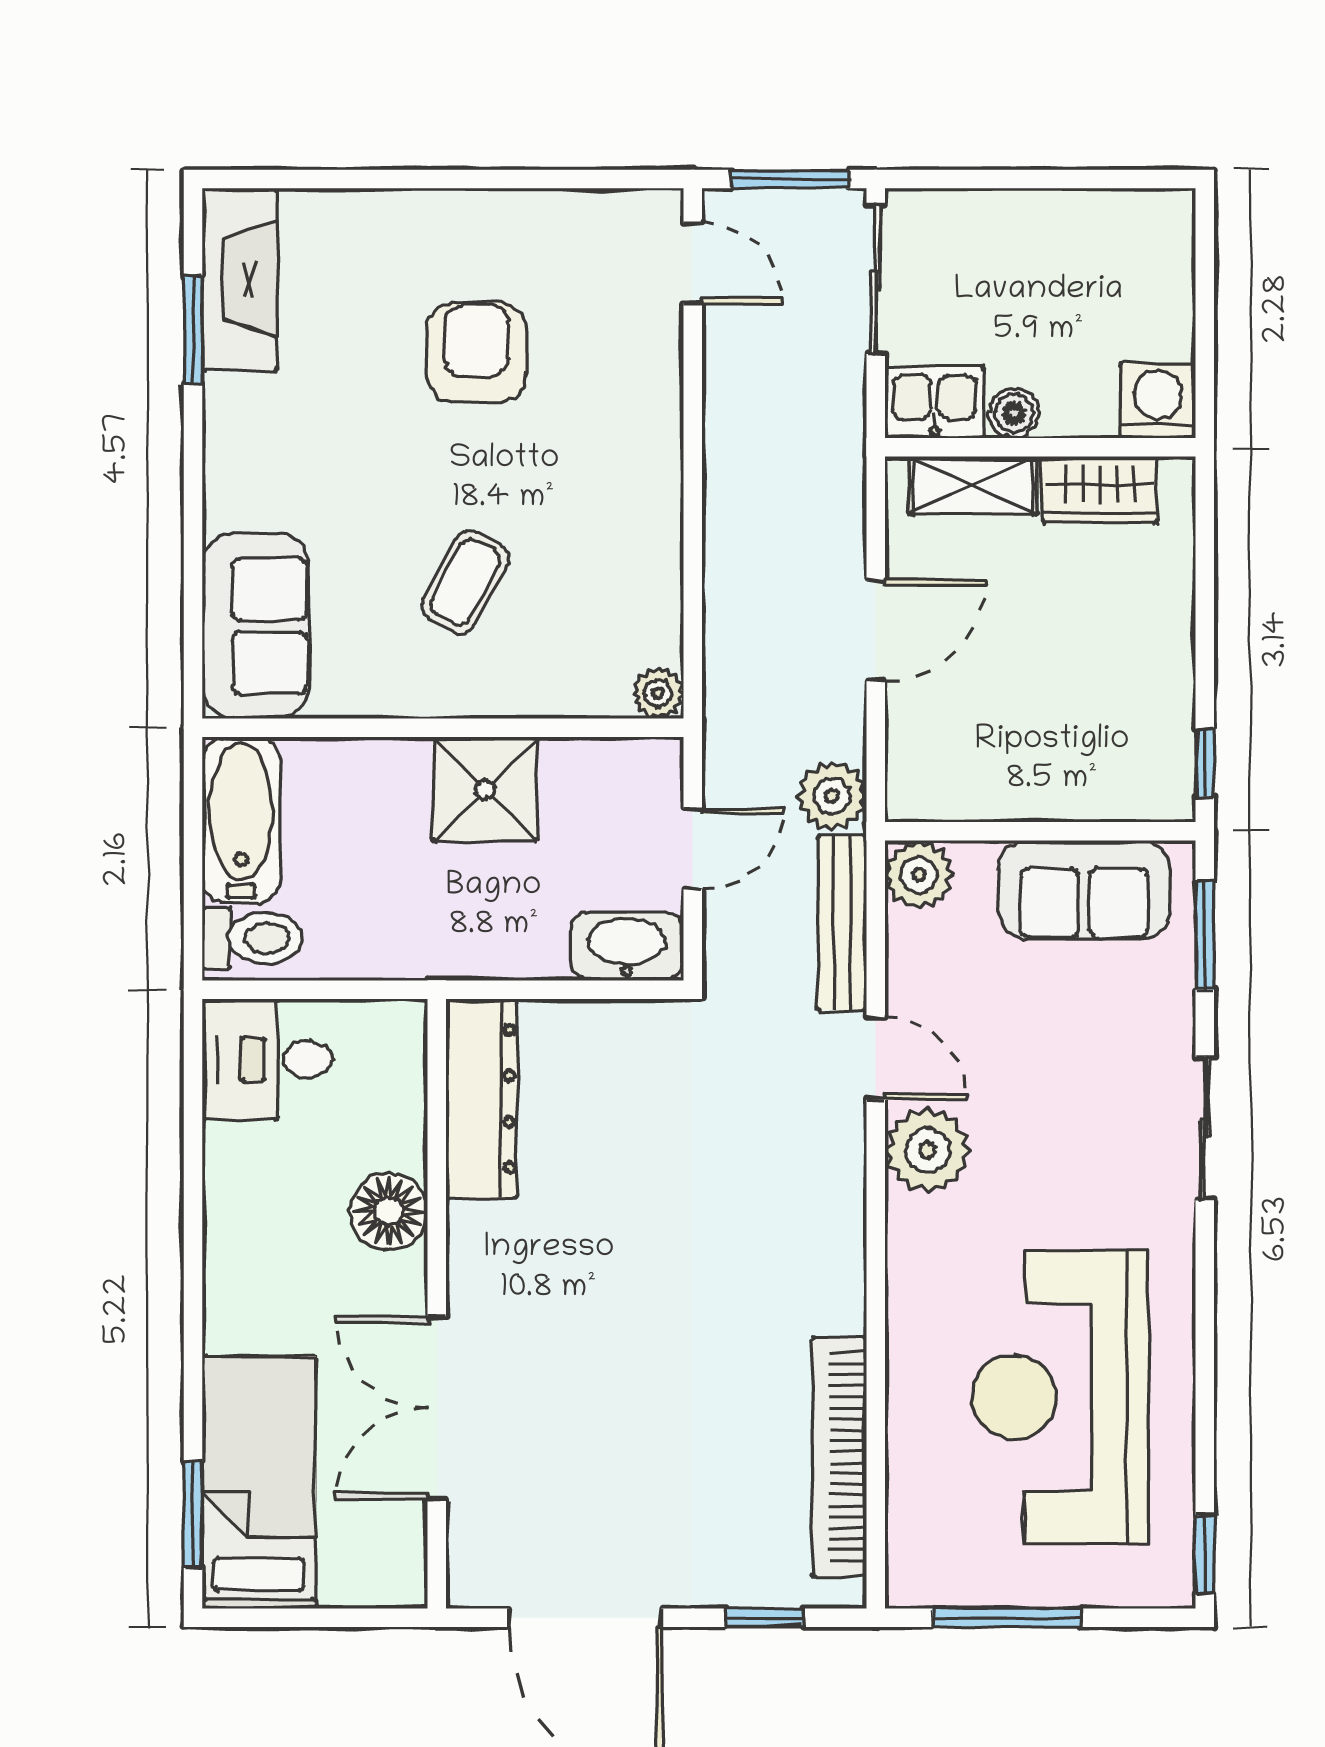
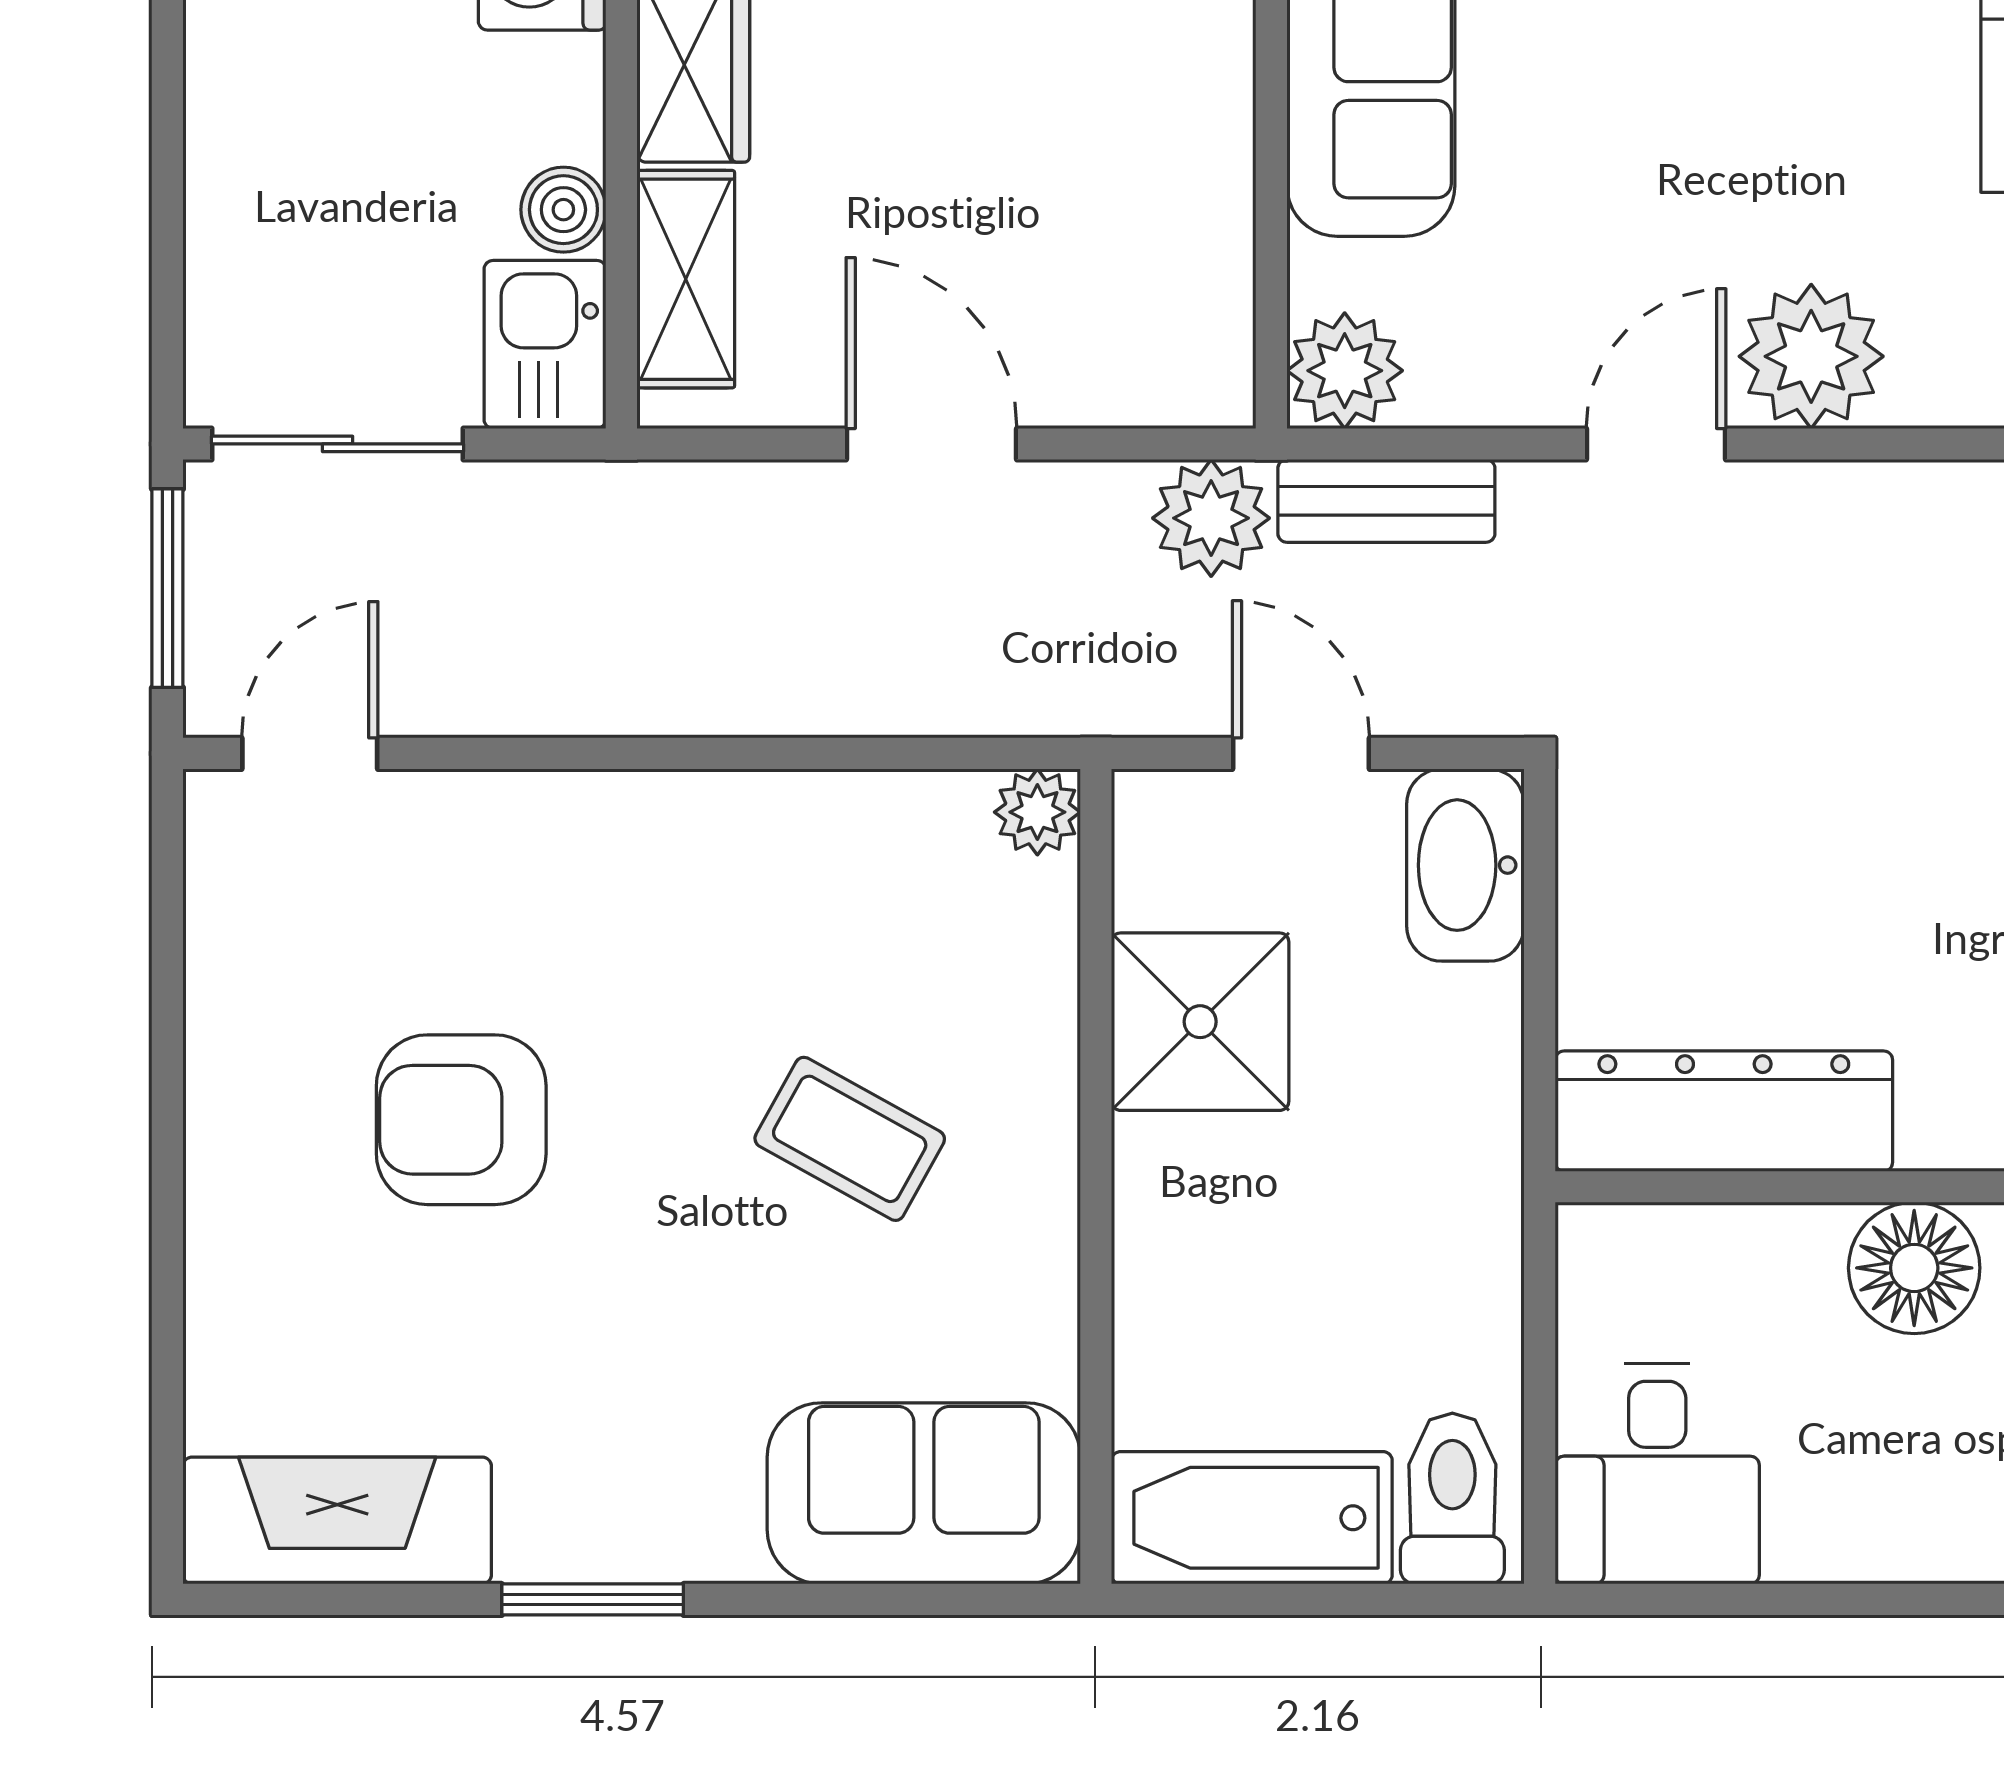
window: (193, 330) -> (593, 1599), moved
shower: (485, 789) -> (1200, 1022), moved
bench: (842, 923) -> (1386, 501), width x0.73

